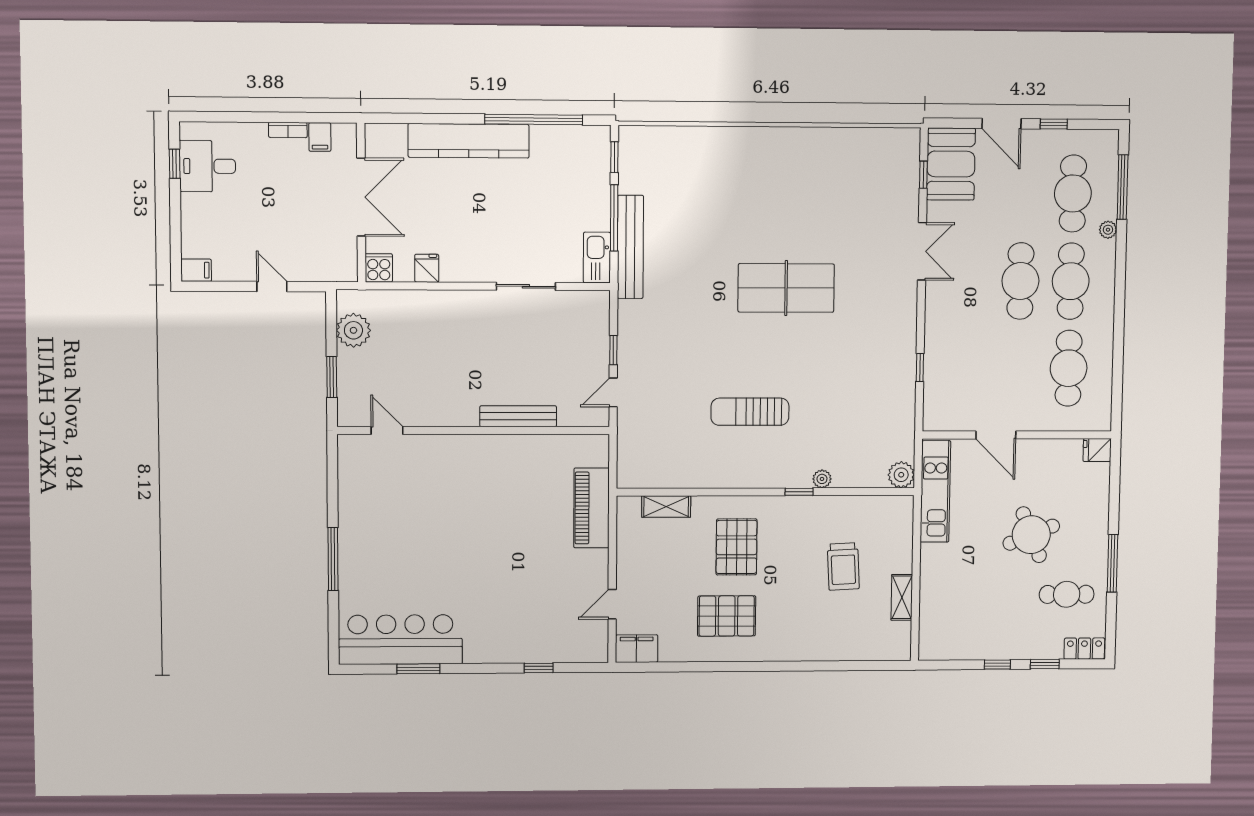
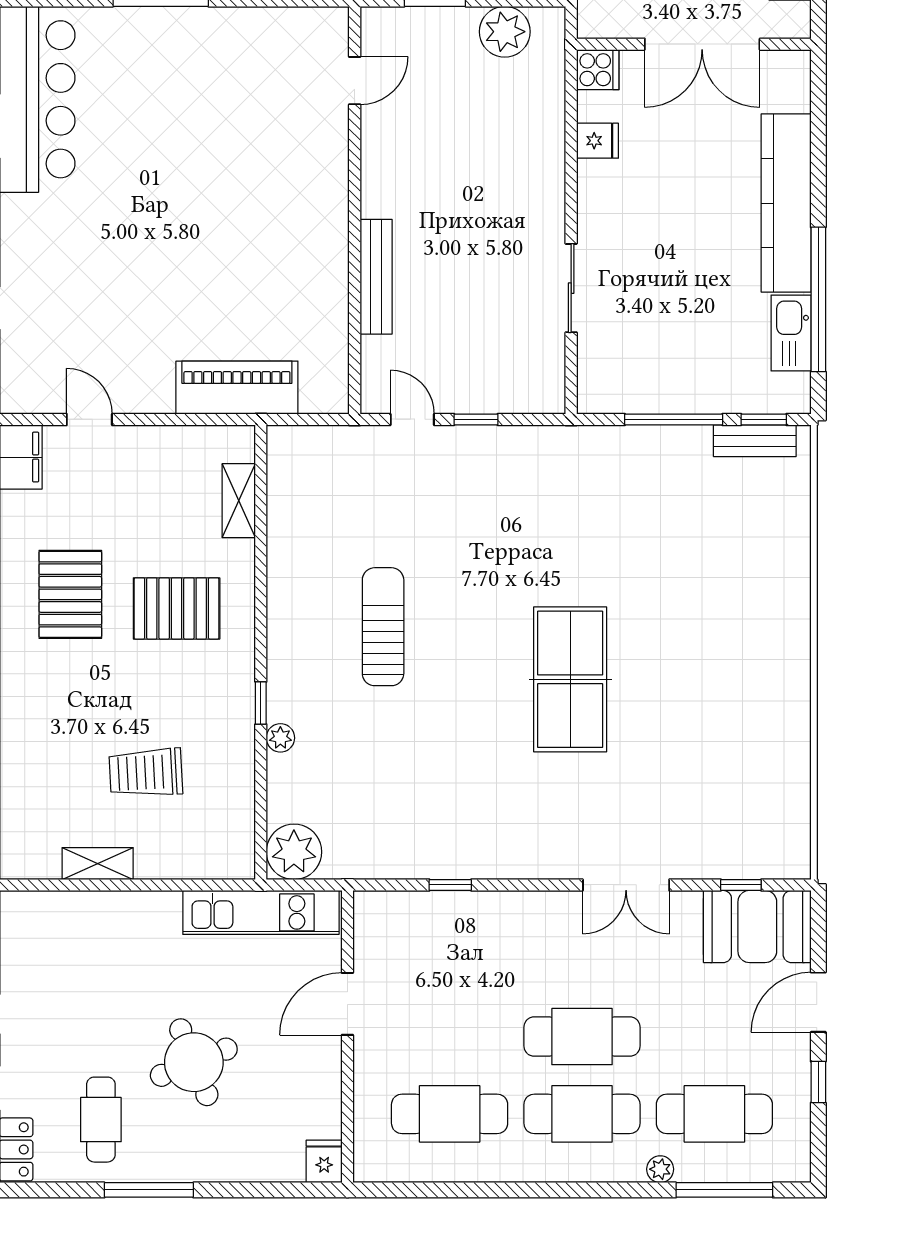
bench: (630, 247) -> (755, 441), moved, width x0.54, depth x0.82
kitchen sink: (597, 258) -> (791, 333), moved, turned -90
plant: (901, 475) -> (294, 852), width x1.36, depth x1.36

